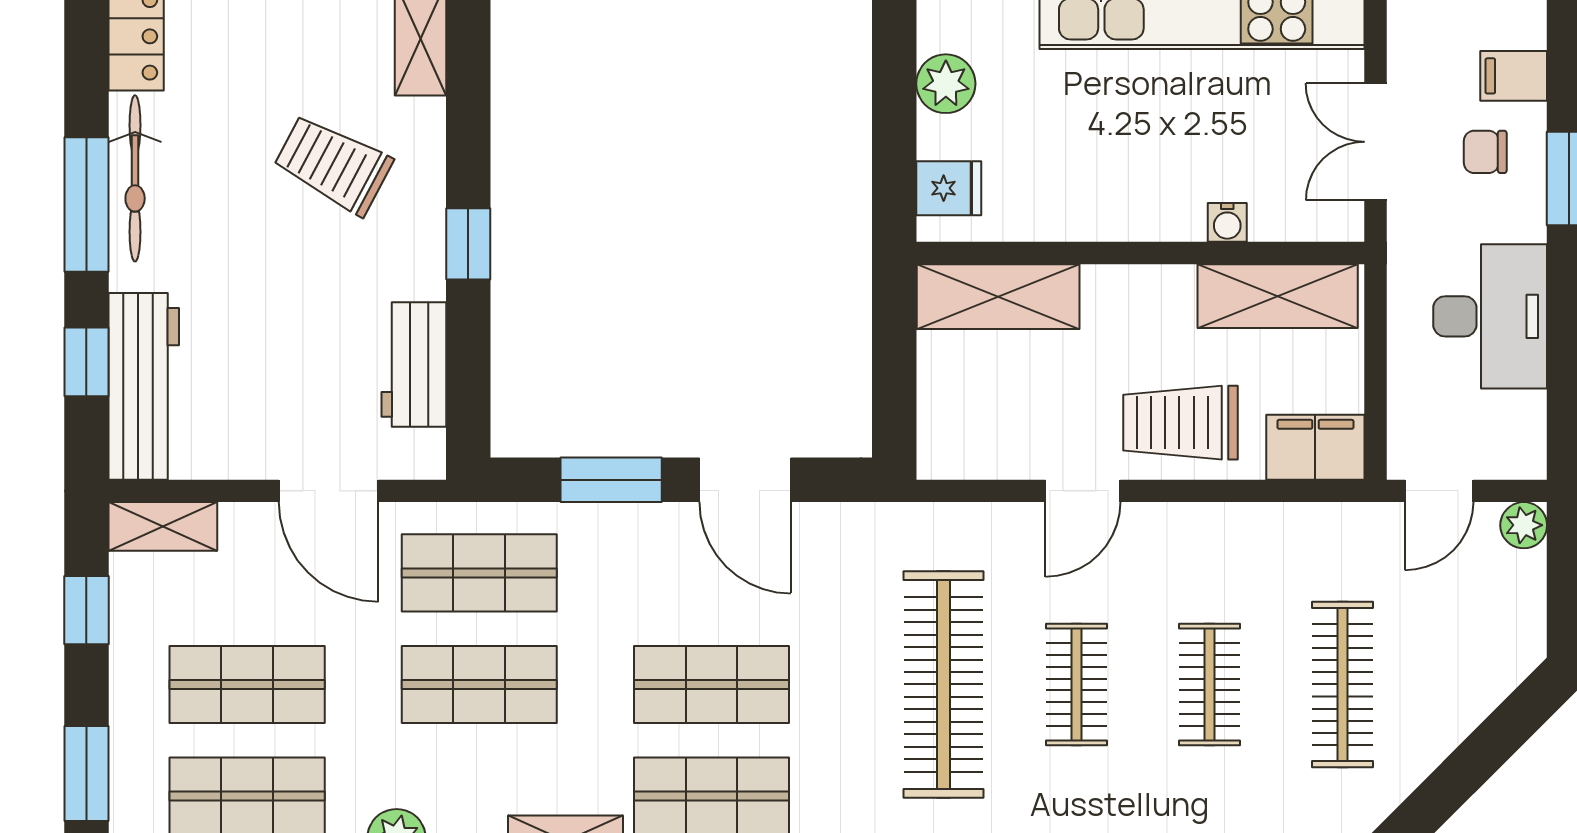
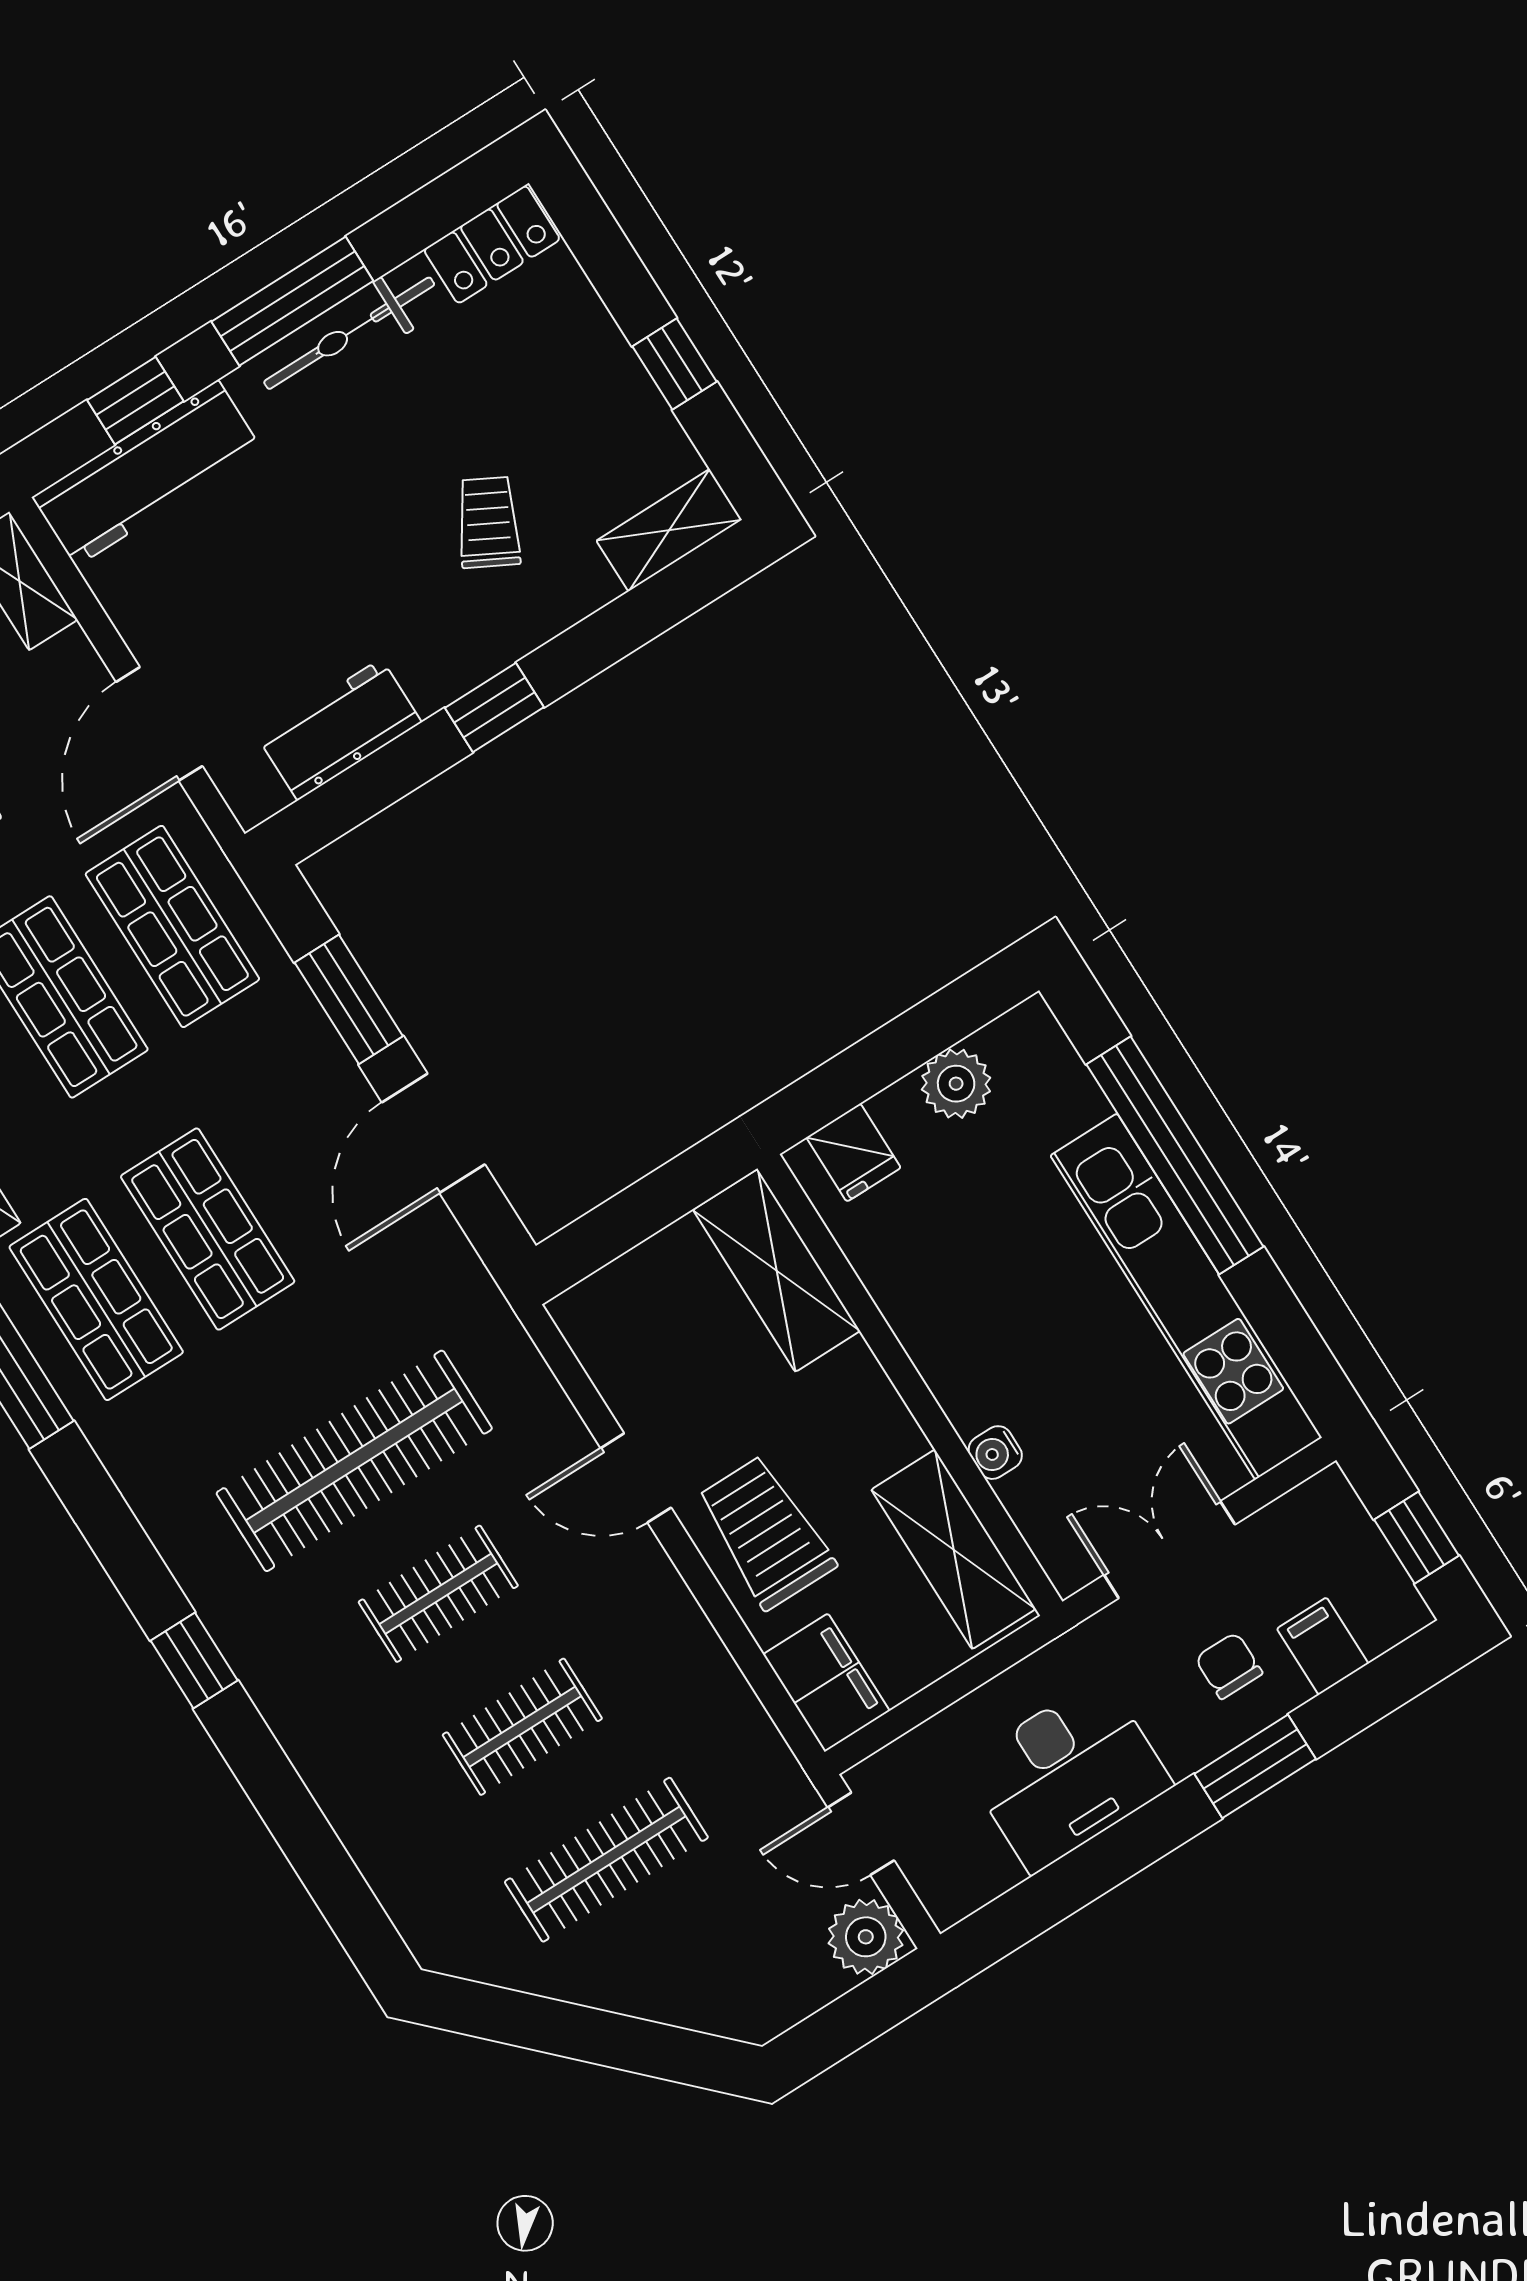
trolley: (333, 164) -> (488, 522), width x0.73, depth x0.72
plant: (1524, 525) -> (866, 1937), width x1.38, depth x1.38

